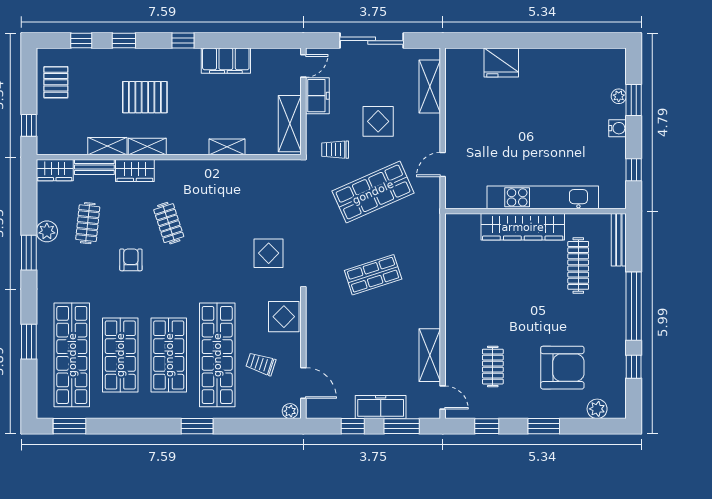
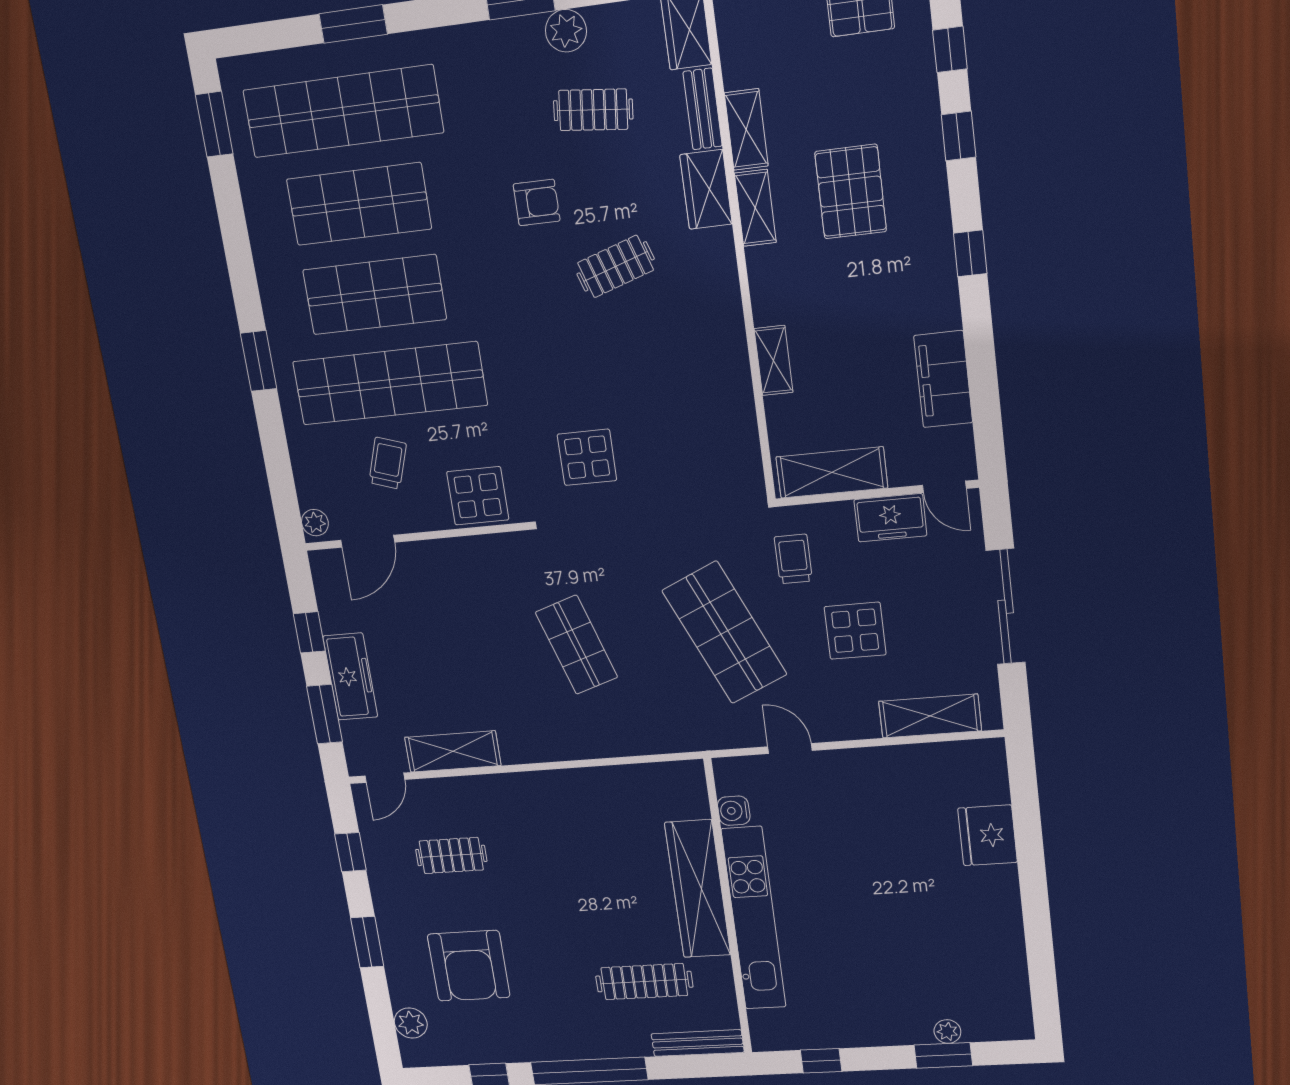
filing cabinet: (226, 61) -> (943, 379), moved
water cooler: (618, 128) -> (734, 811), moved, turned 90

